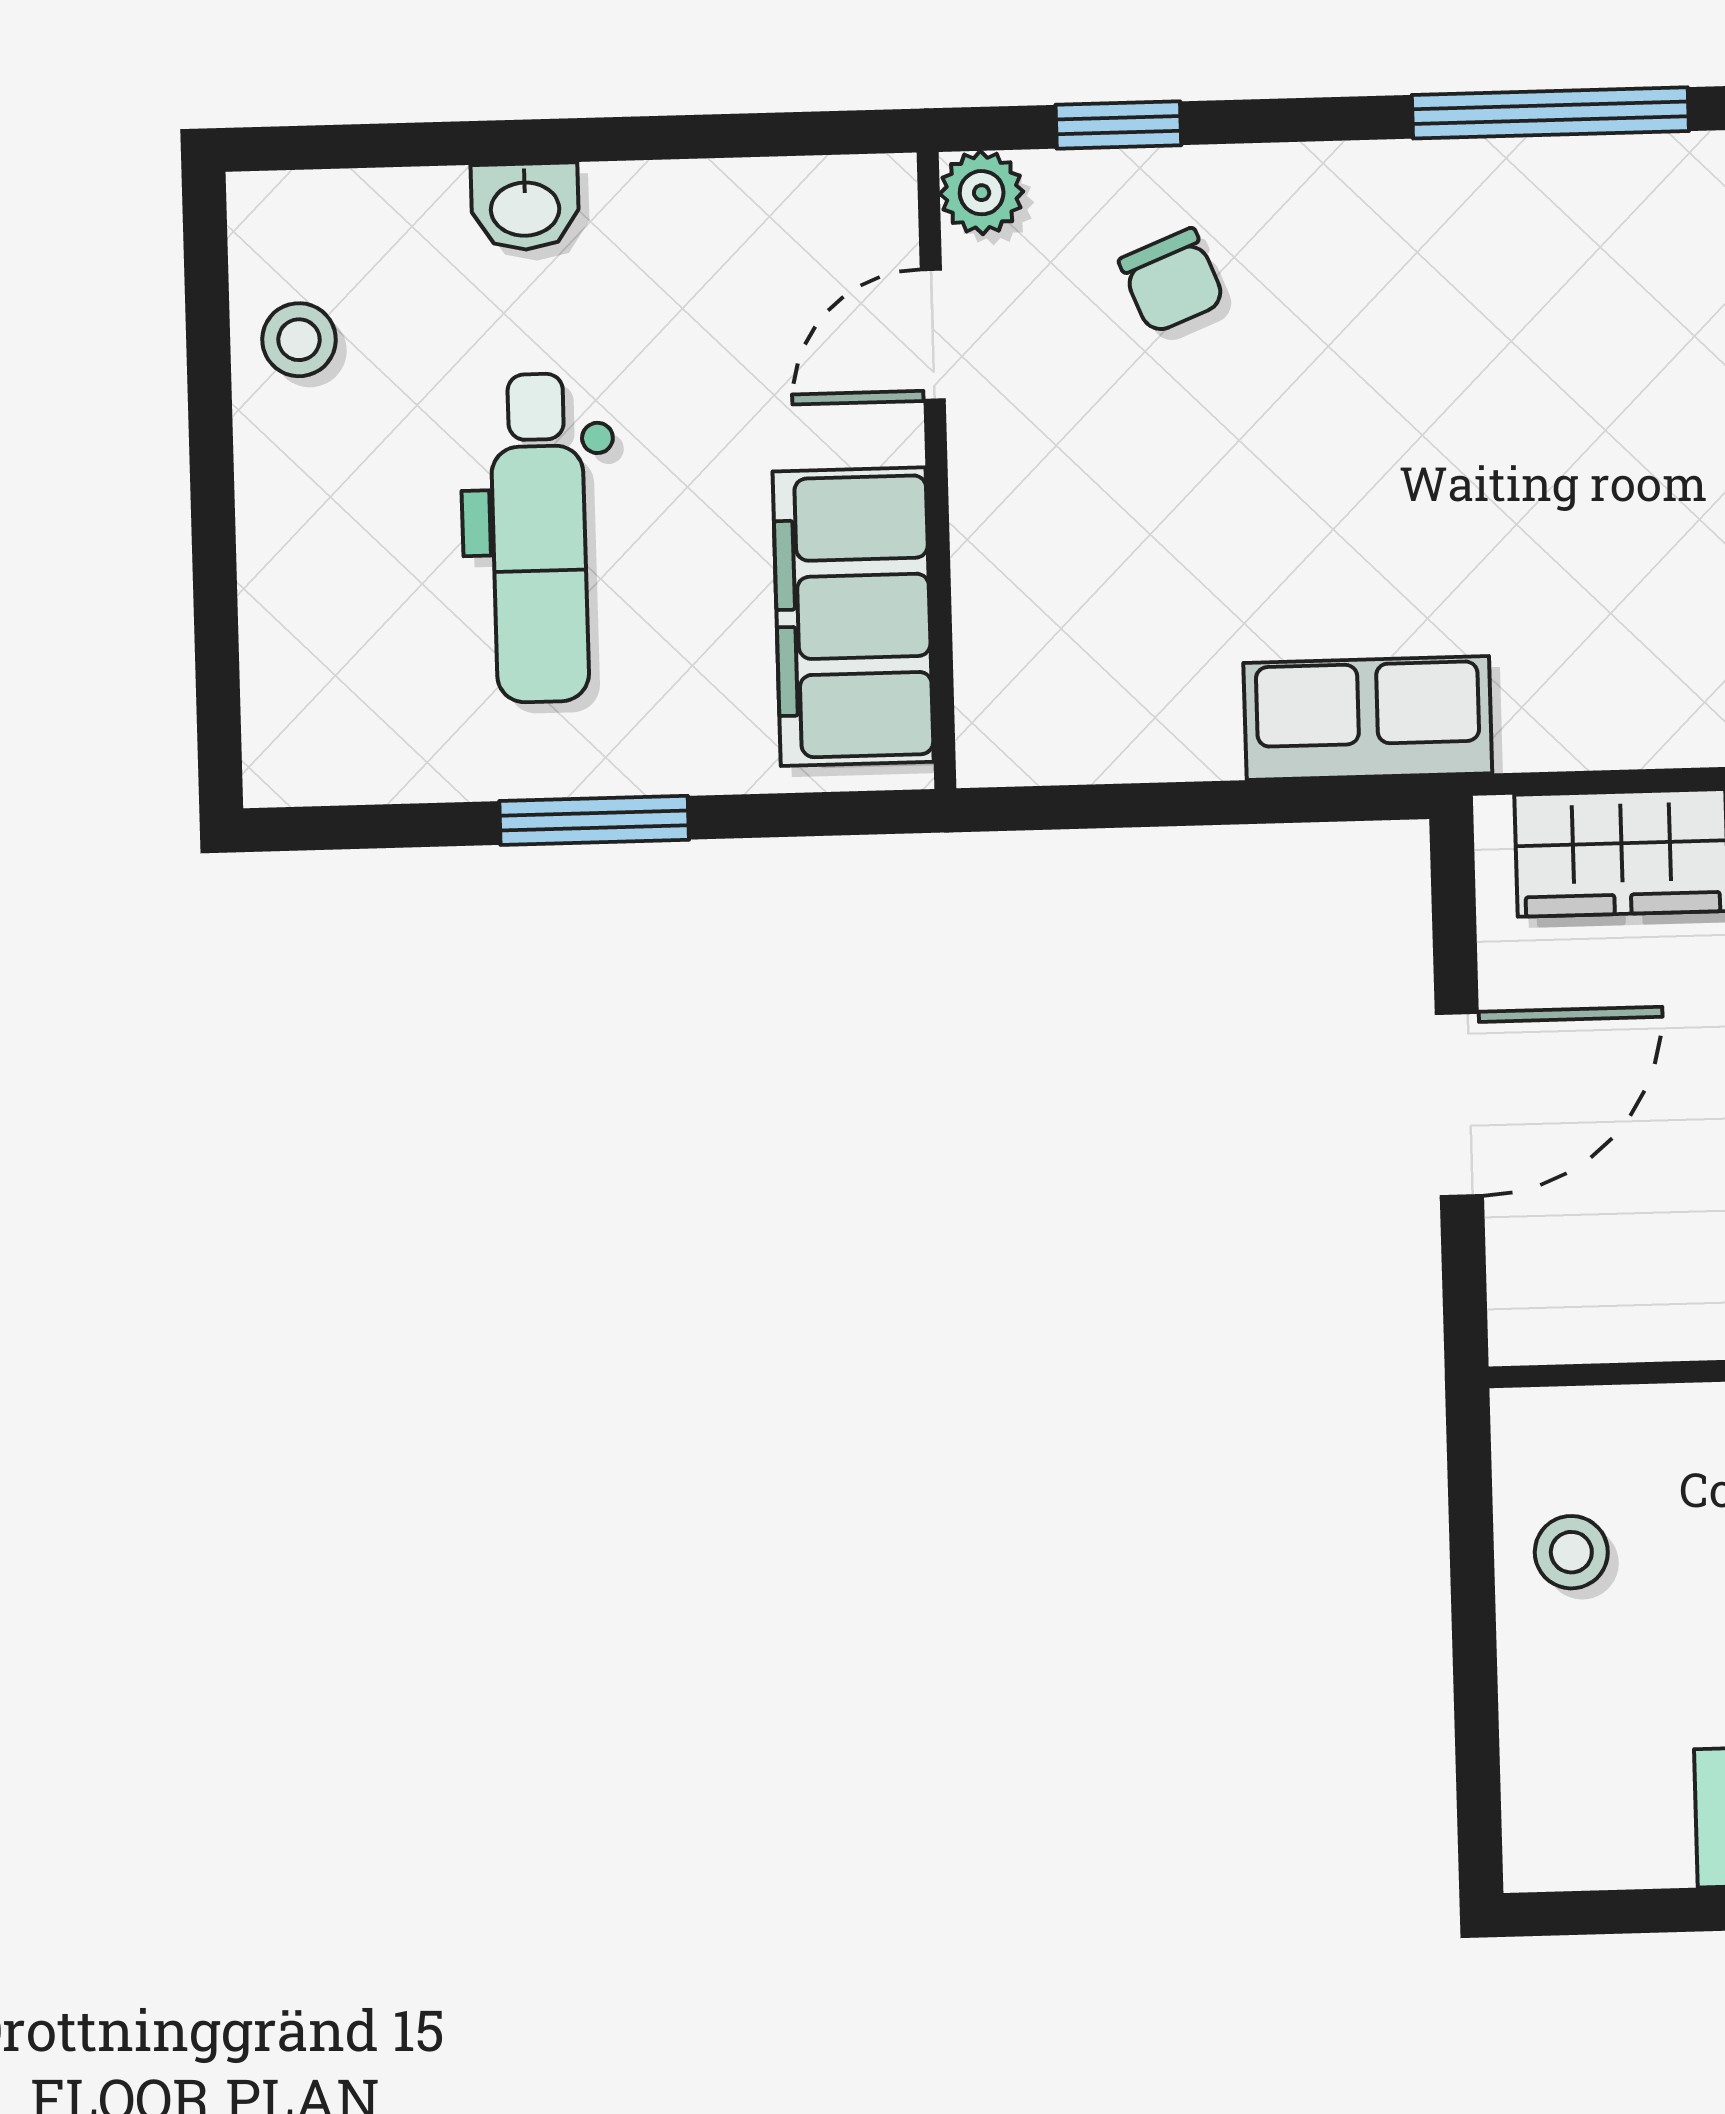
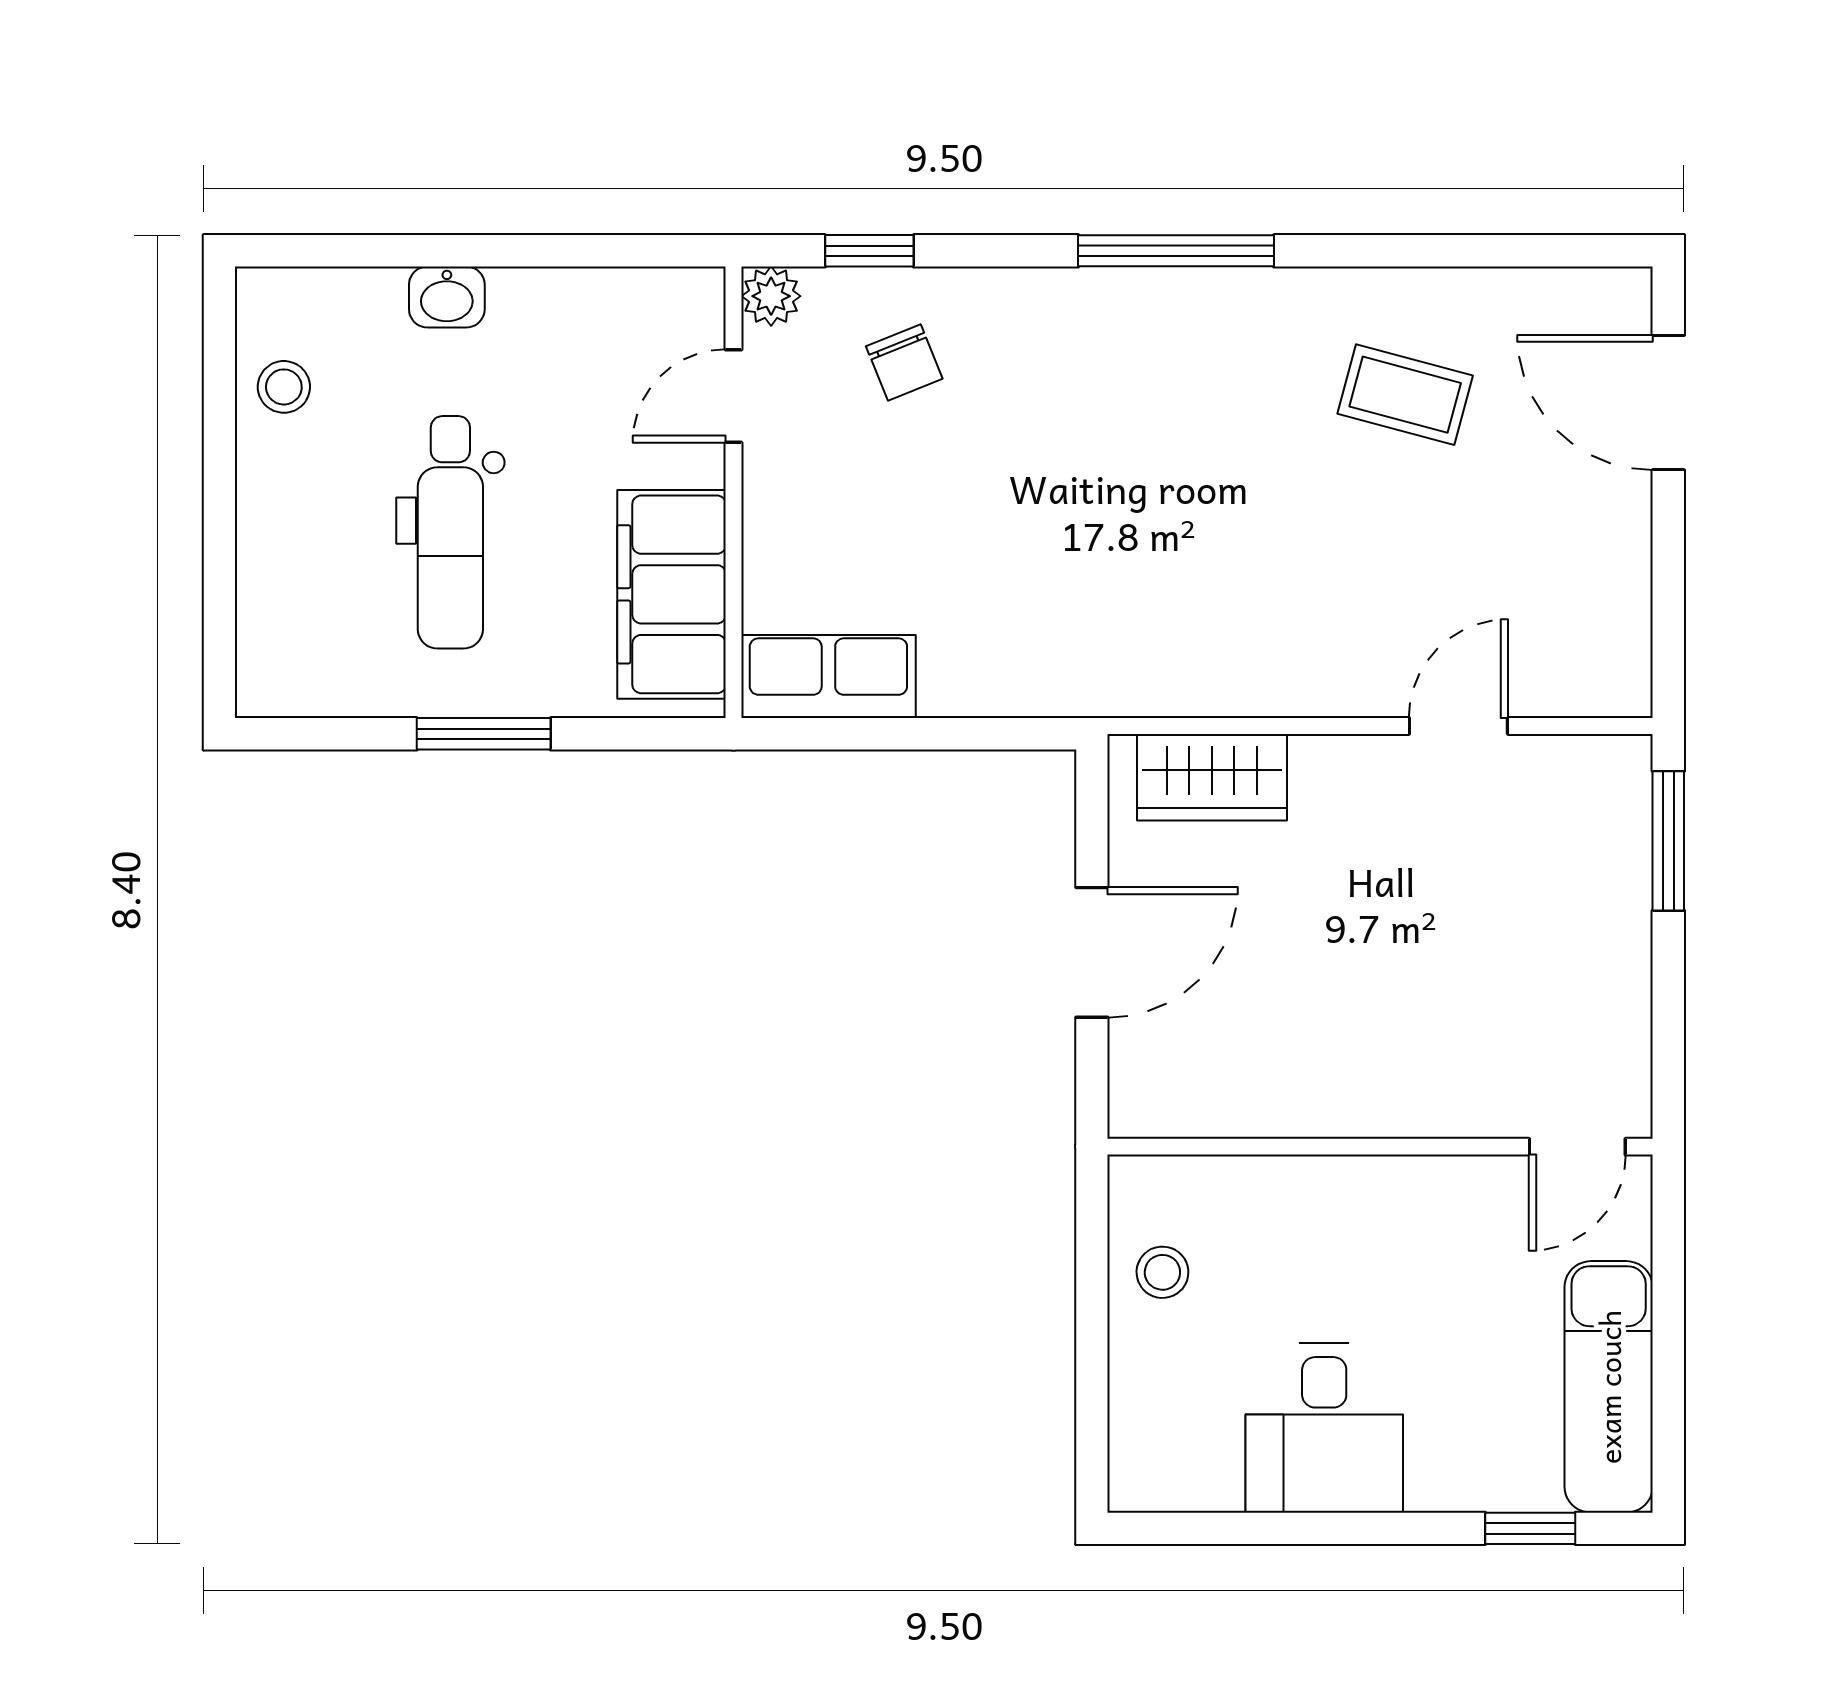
row of seats: (1368, 718) -> (828, 677), moved

